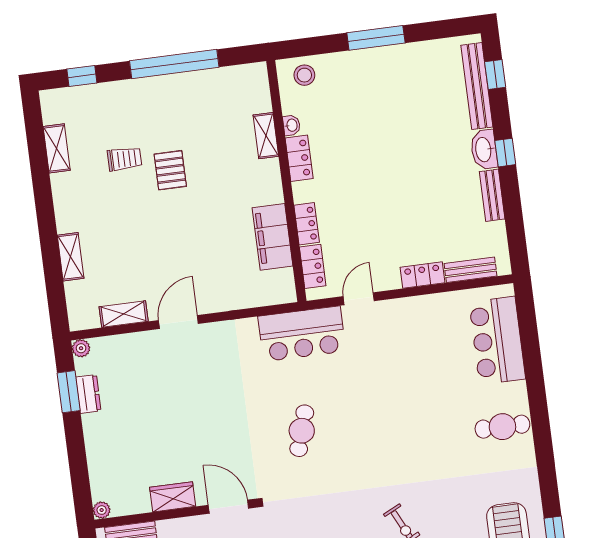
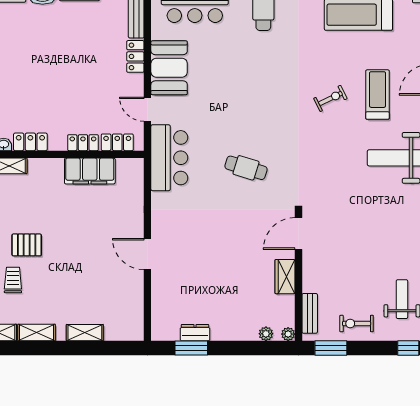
shelving: (124, 314) -> (37, 333), moved, turned 90
booth: (414, 319) -> (169, 68), added
plant: (81, 348) -> (266, 334), moved

